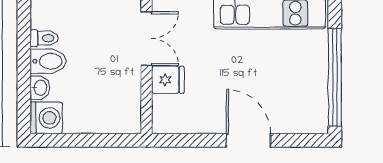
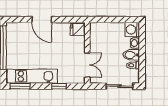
double door: (146, 39) -> (87, 65), swing flipped
fridge: (168, 80) -> (78, 29), moved

